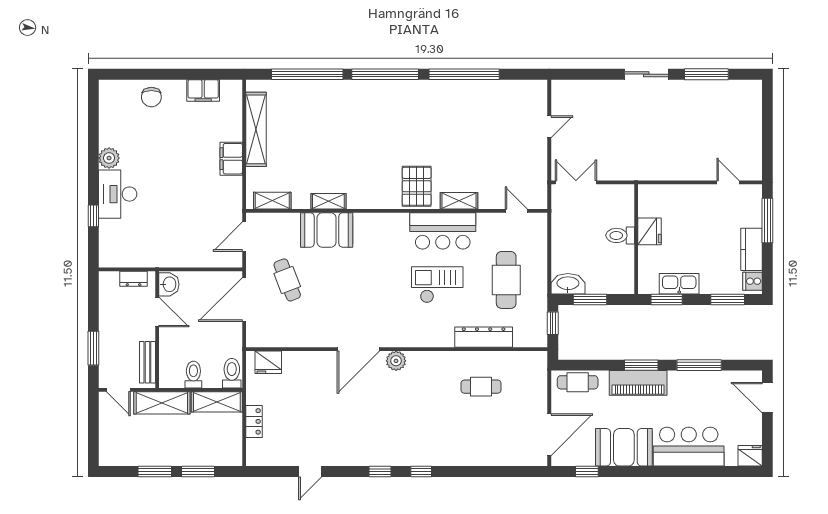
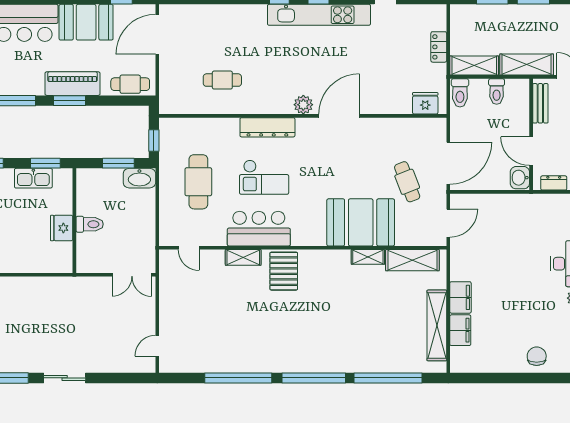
filing cabinet: (203, 90) -> (460, 330), moved, turned 90
door: (549, 127) -> (157, 346), moved
shelving: (272, 201) -> (412, 260), width x1.50, depth x1.33
booth: (327, 230) -> (361, 222), width x1.36, depth x1.42
dresser: (484, 337) -> (267, 127), moved
kitchen unit: (380, 455) -> (319, 15), added

